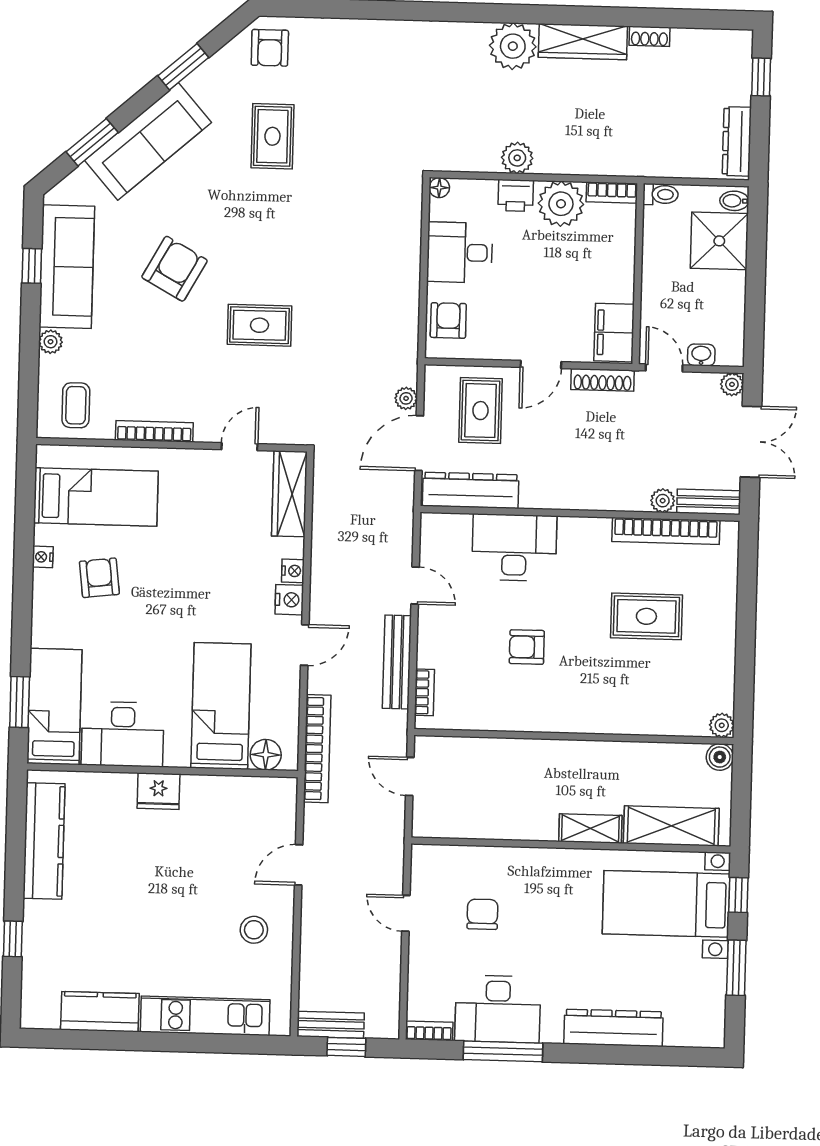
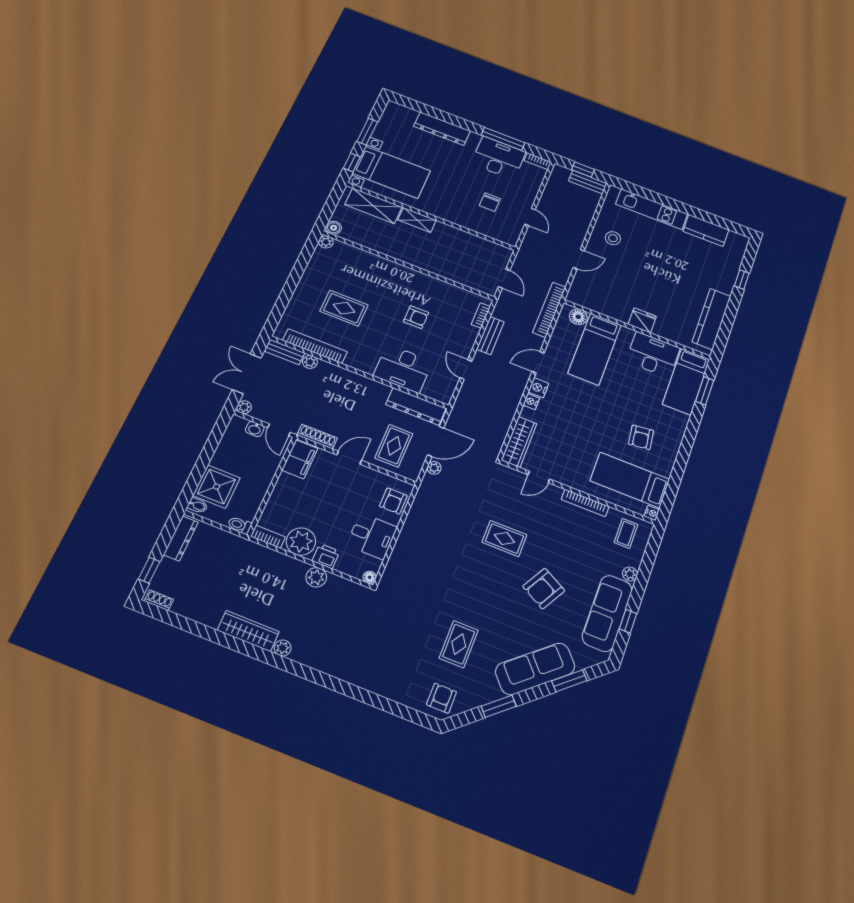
shoe rack: (650, 36) -> (159, 600), moved
plant: (513, 46) -> (283, 648), width x0.53, depth x0.53
nightstand: (43, 557) -> (652, 513), moved
bench: (397, 662) -> (490, 336), width x0.73

